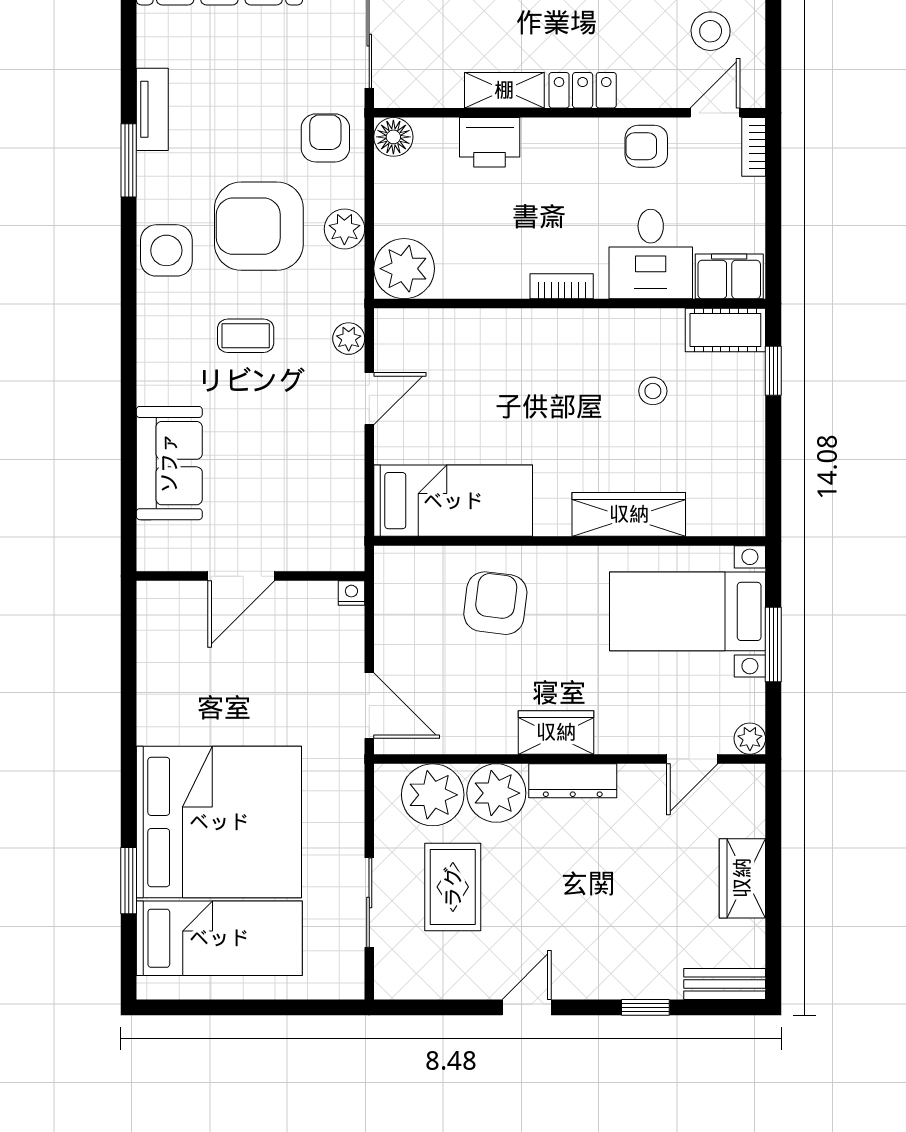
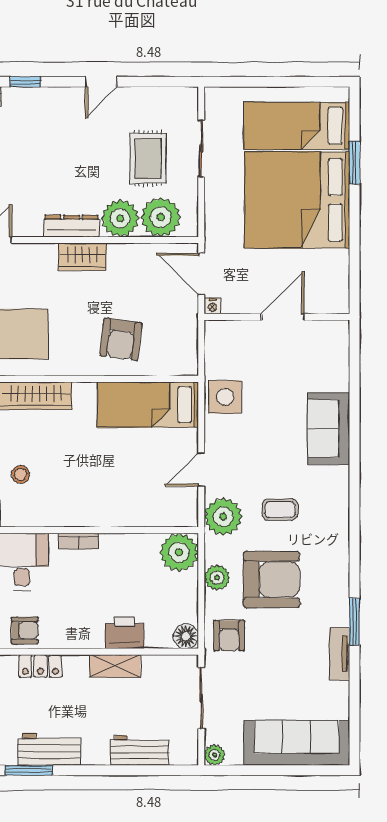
locker: (583, 90) -> (40, 666), moved
side table: (166, 250) -> (225, 397), moved
plant: (349, 339) -> (223, 517), width x1.88, depth x1.88
door: (241, 576) -> (283, 317), moved
wall: (250, 576) -> (277, 317), moved
nightstand: (351, 593) -> (213, 306), moved

